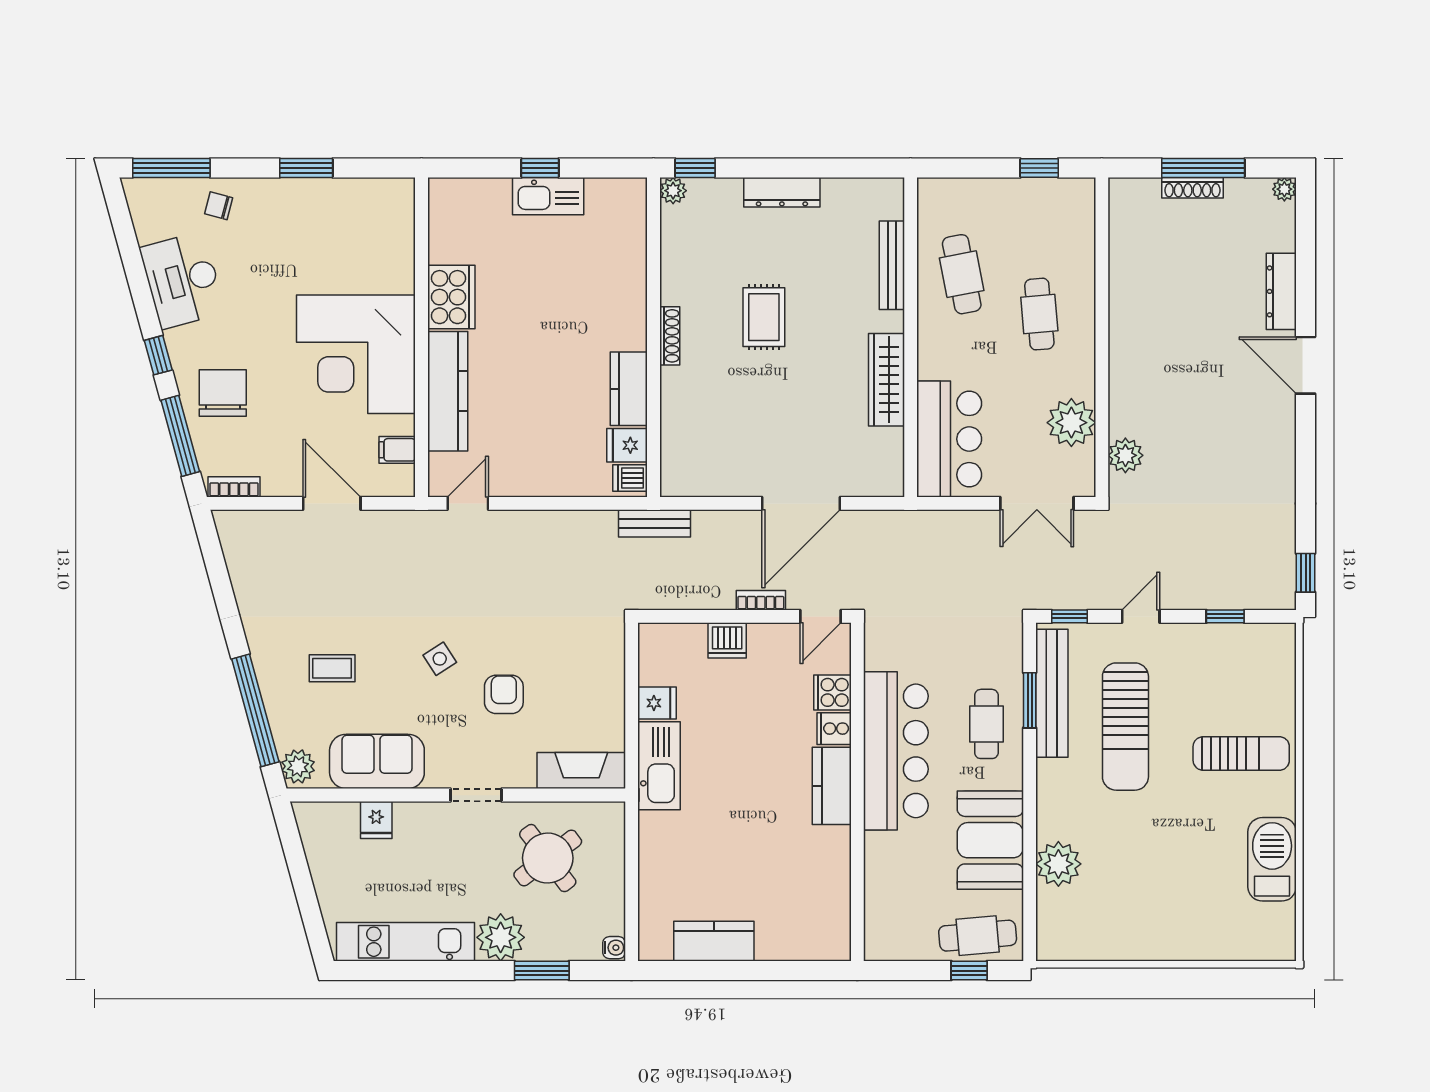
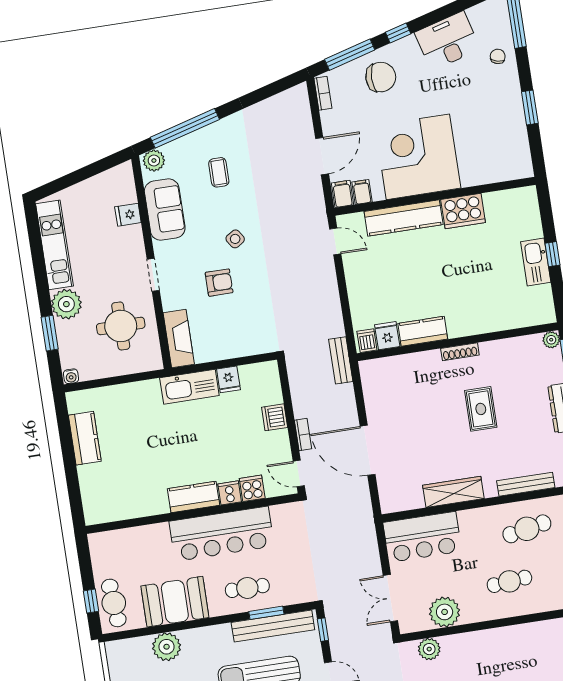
rug: (764, 317) -> (481, 409), turned 90
filing cabinet: (395, 481) -> (342, 194), added
round table: (548, 858) -> (121, 326), turned 37

